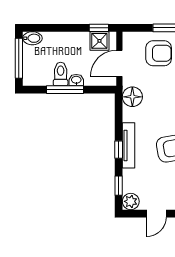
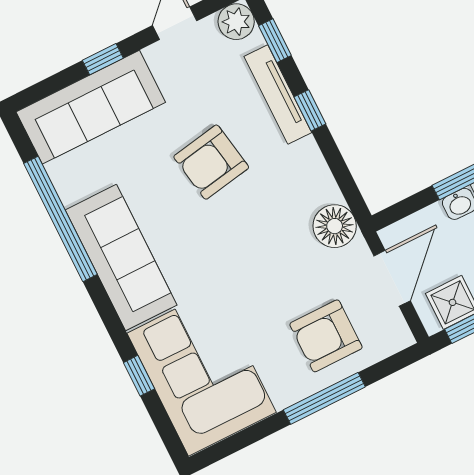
tv unit: (129, 145) -> (278, 94), moved

